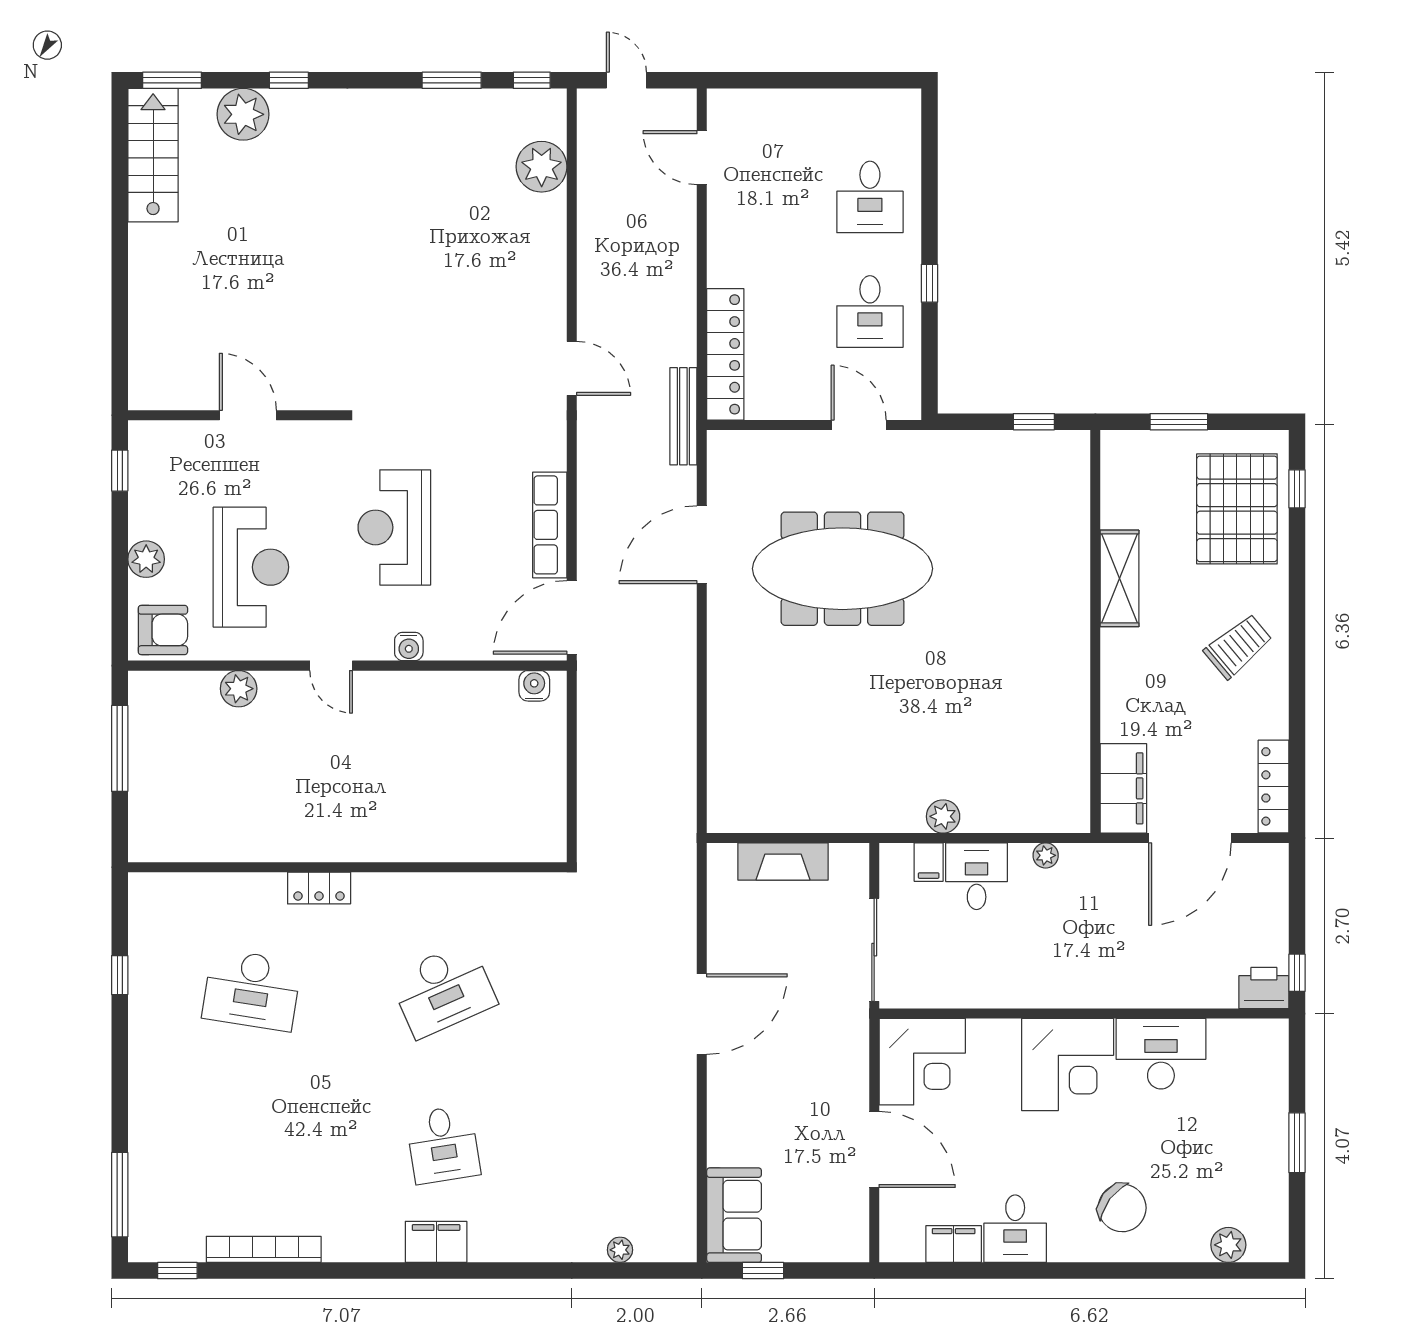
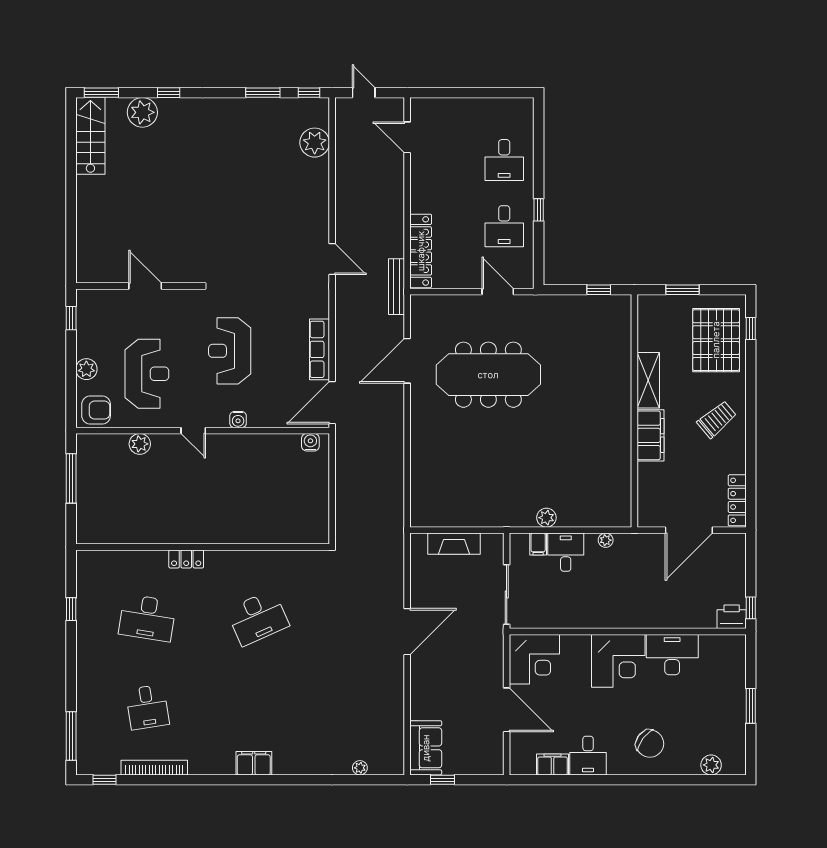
filing cabinet: (1123, 788) -> (651, 435), moved
desk: (443, 1145) -> (147, 707), moved

